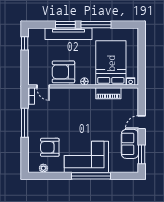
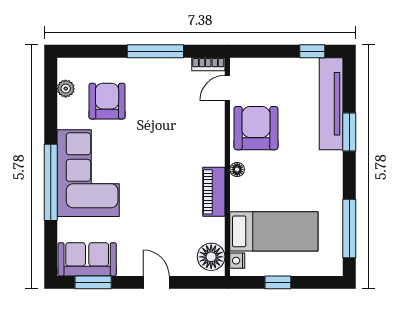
window: (96, 25) -> (349, 229), moved
tv unit: (68, 34) -> (331, 104), moved
window: (142, 61) -> (278, 282), added
bed: (111, 63) -> (274, 231), width x0.67
piano: (108, 93) -> (214, 192), moved
floor lamp: (129, 95) -> (211, 257), added
sofa: (130, 144) -> (87, 259), moved

